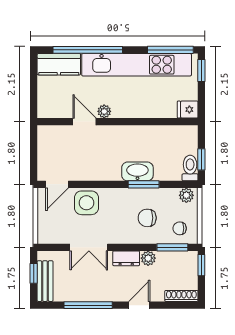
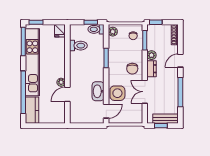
toilet: (164, 139) -> (78, 46), added
washbasin: (137, 171) -> (98, 91), moved
door: (57, 184) -> (106, 111), hinge flipped
chair: (147, 218) -> (132, 69), moved
double door: (89, 247) -> (145, 92), swing flipped
door: (139, 305) -> (180, 61), hinge flipped

